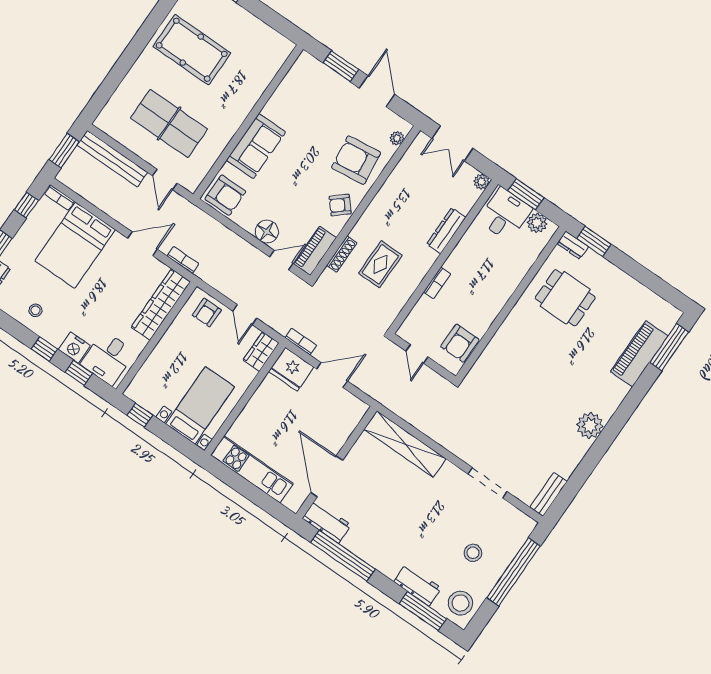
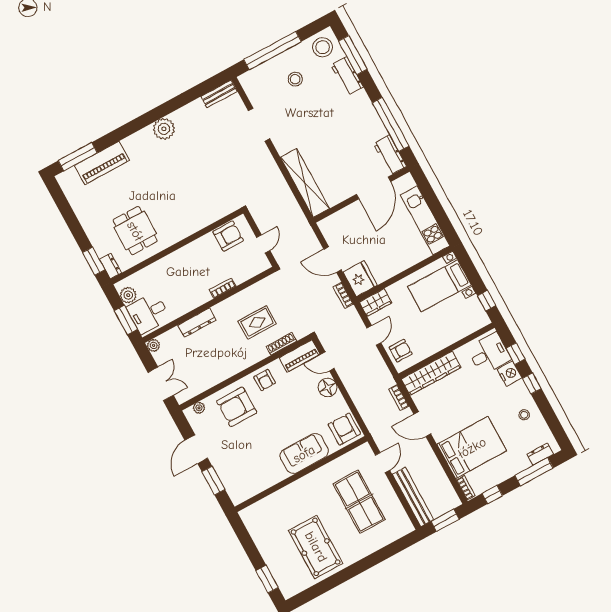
armchair: (356, 160) -> (237, 407), turned 97
armchair: (340, 205) -> (265, 380), turned 41

